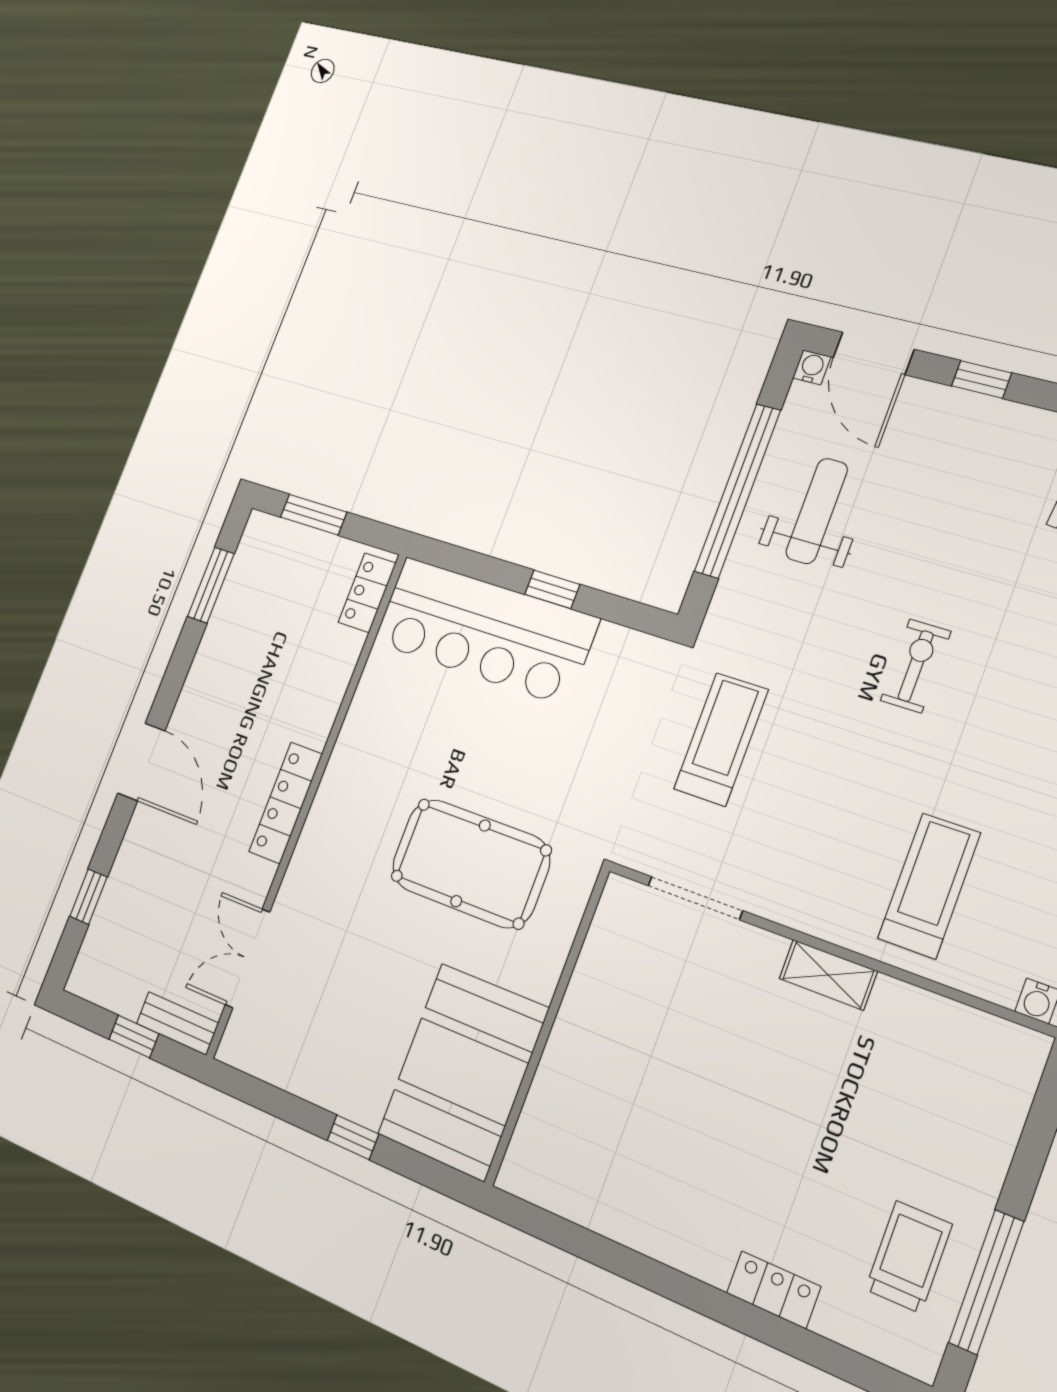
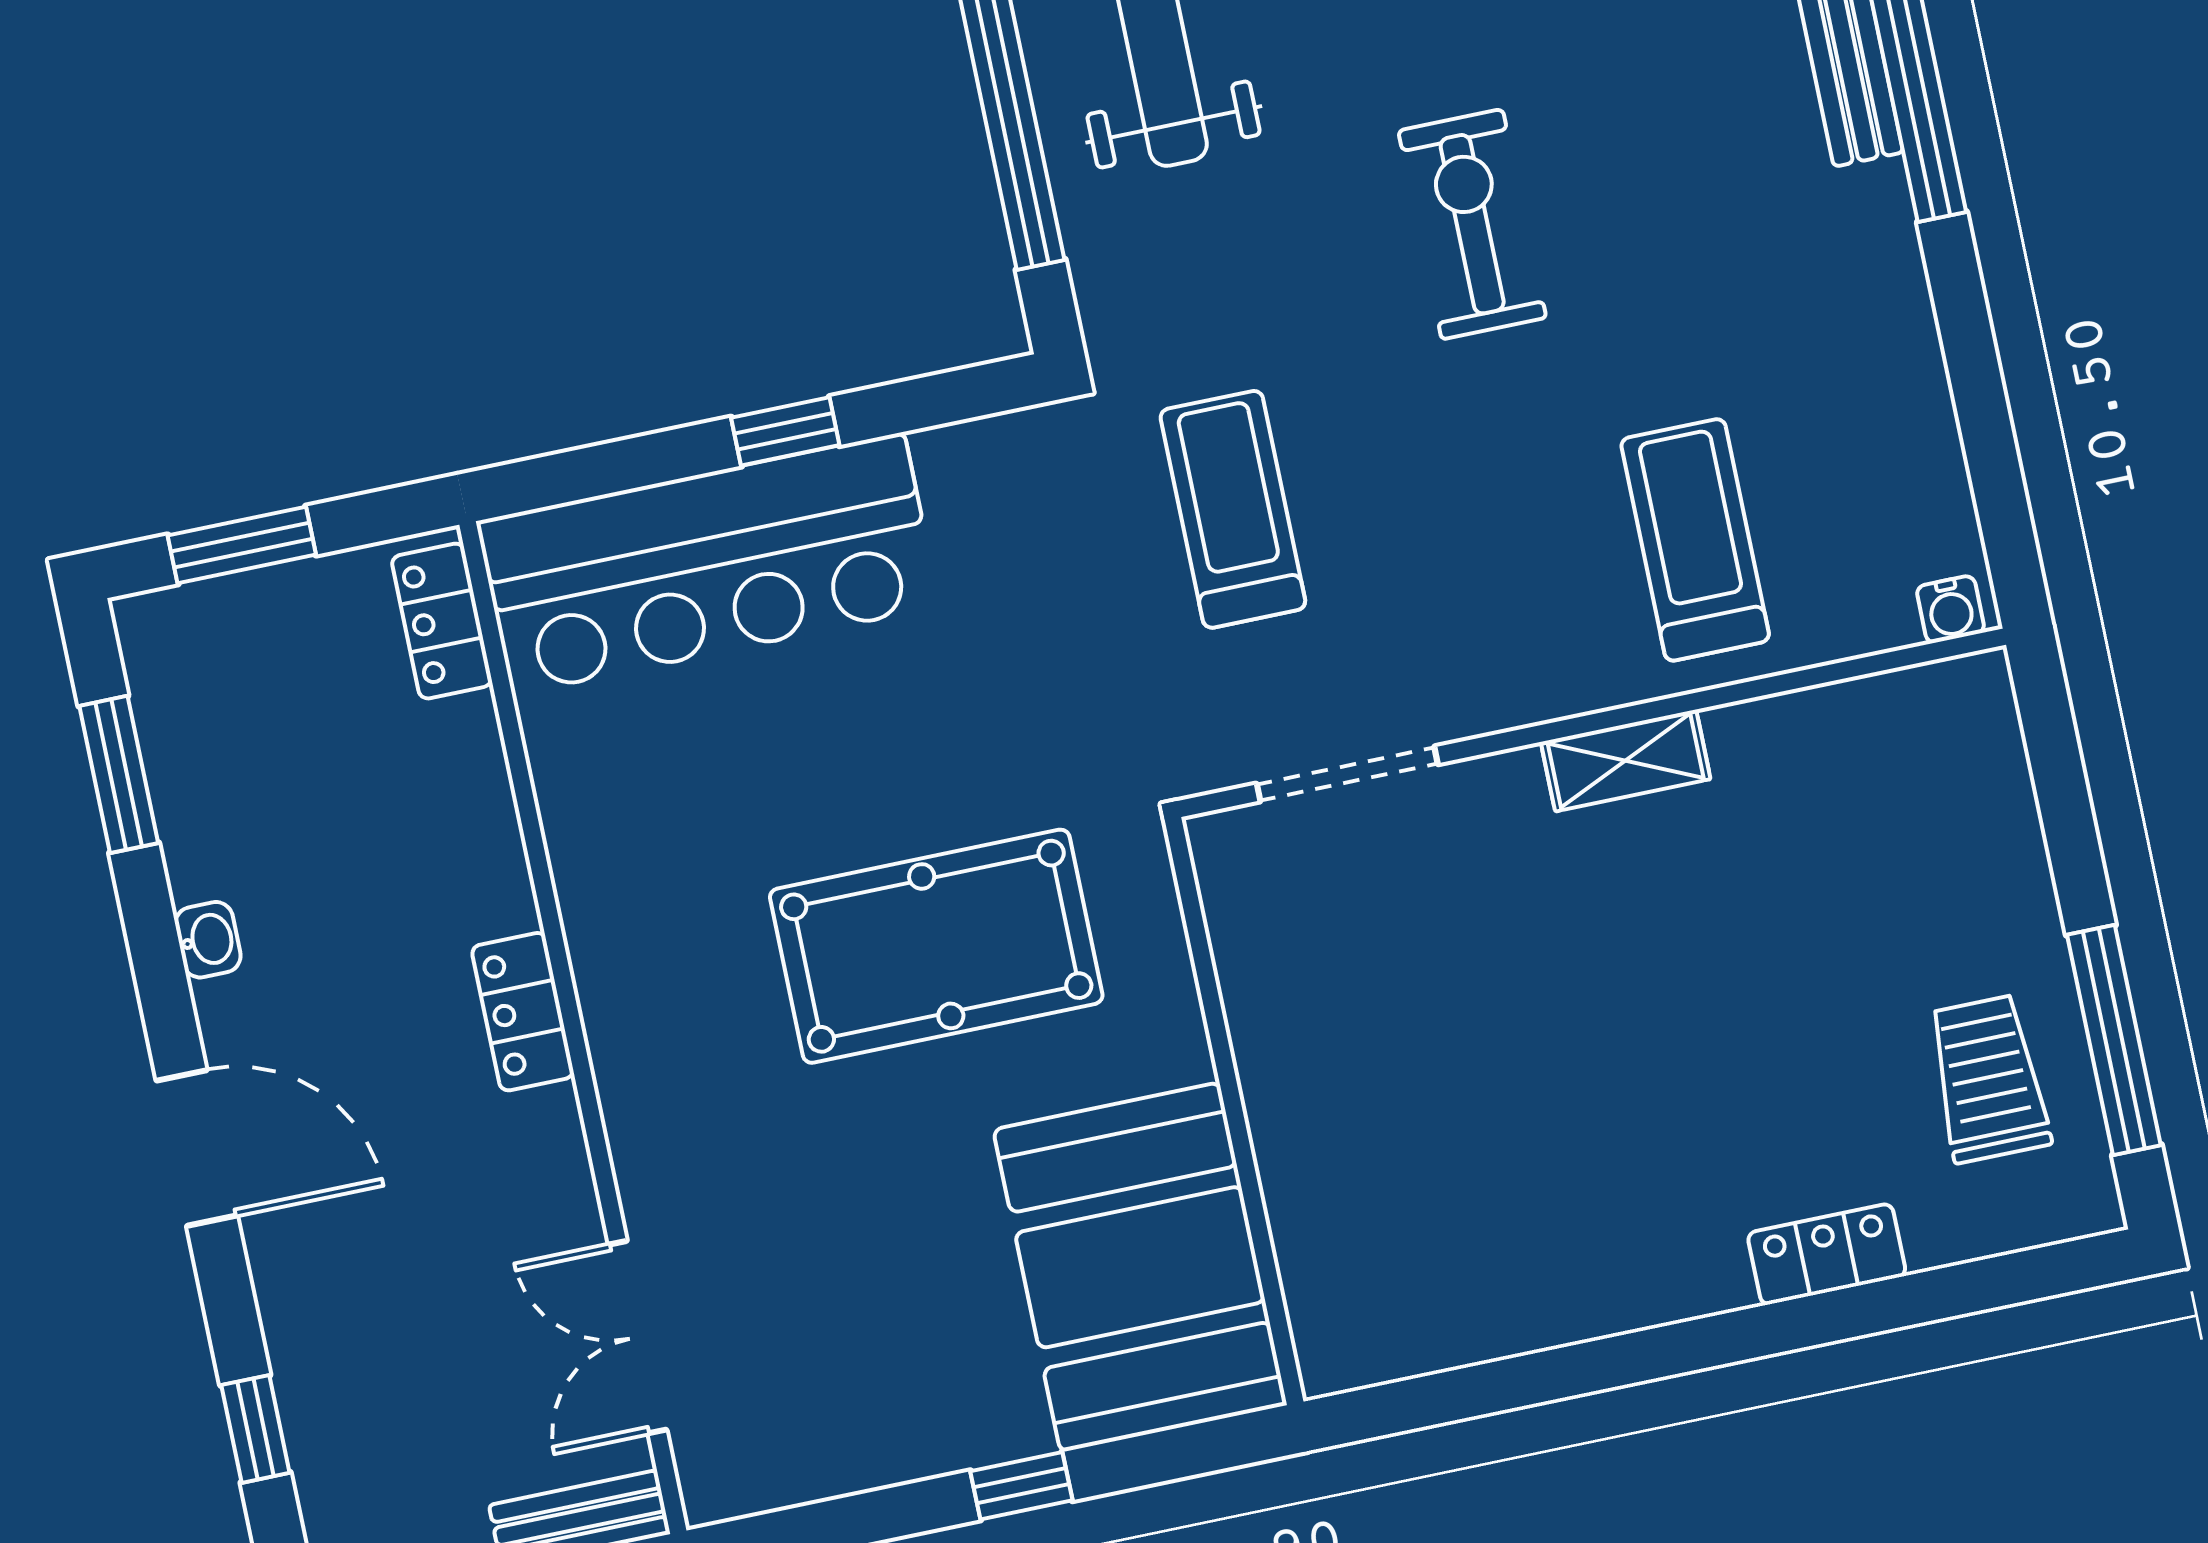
exercise bike: (916, 666) -> (1472, 224), width x1.38, depth x1.39
washbasin: (199, 676) -> (208, 940), added
locker: (286, 803) -> (523, 1012), width x0.66

